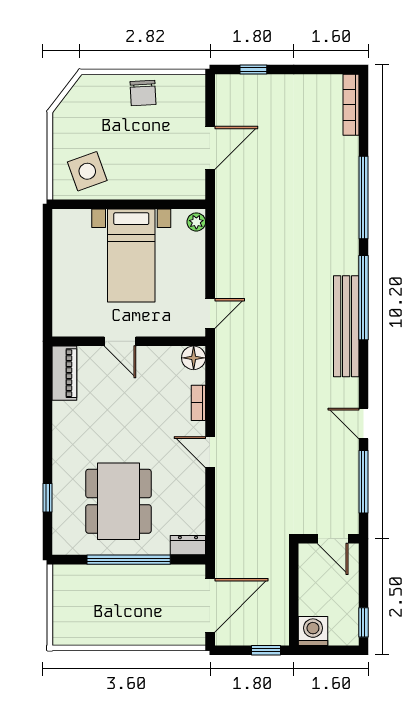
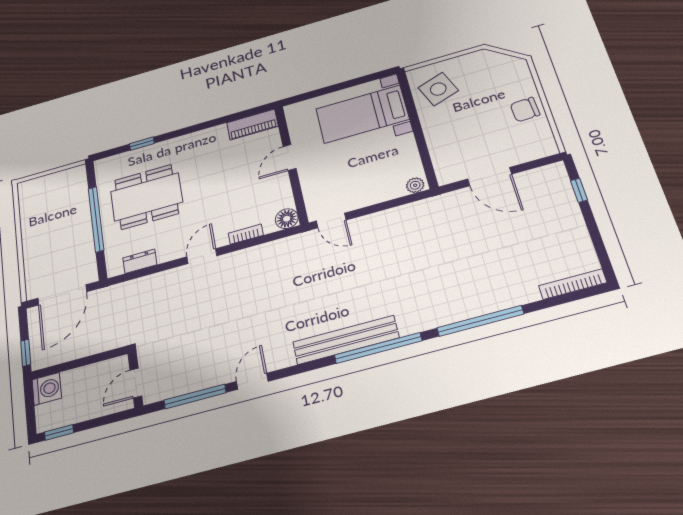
bed with nightstands: (131, 255) -> (362, 114), moved
dresser: (188, 545) -> (140, 261), moved, turned -90
door: (210, 605) -> (62, 295), hinge flipped

